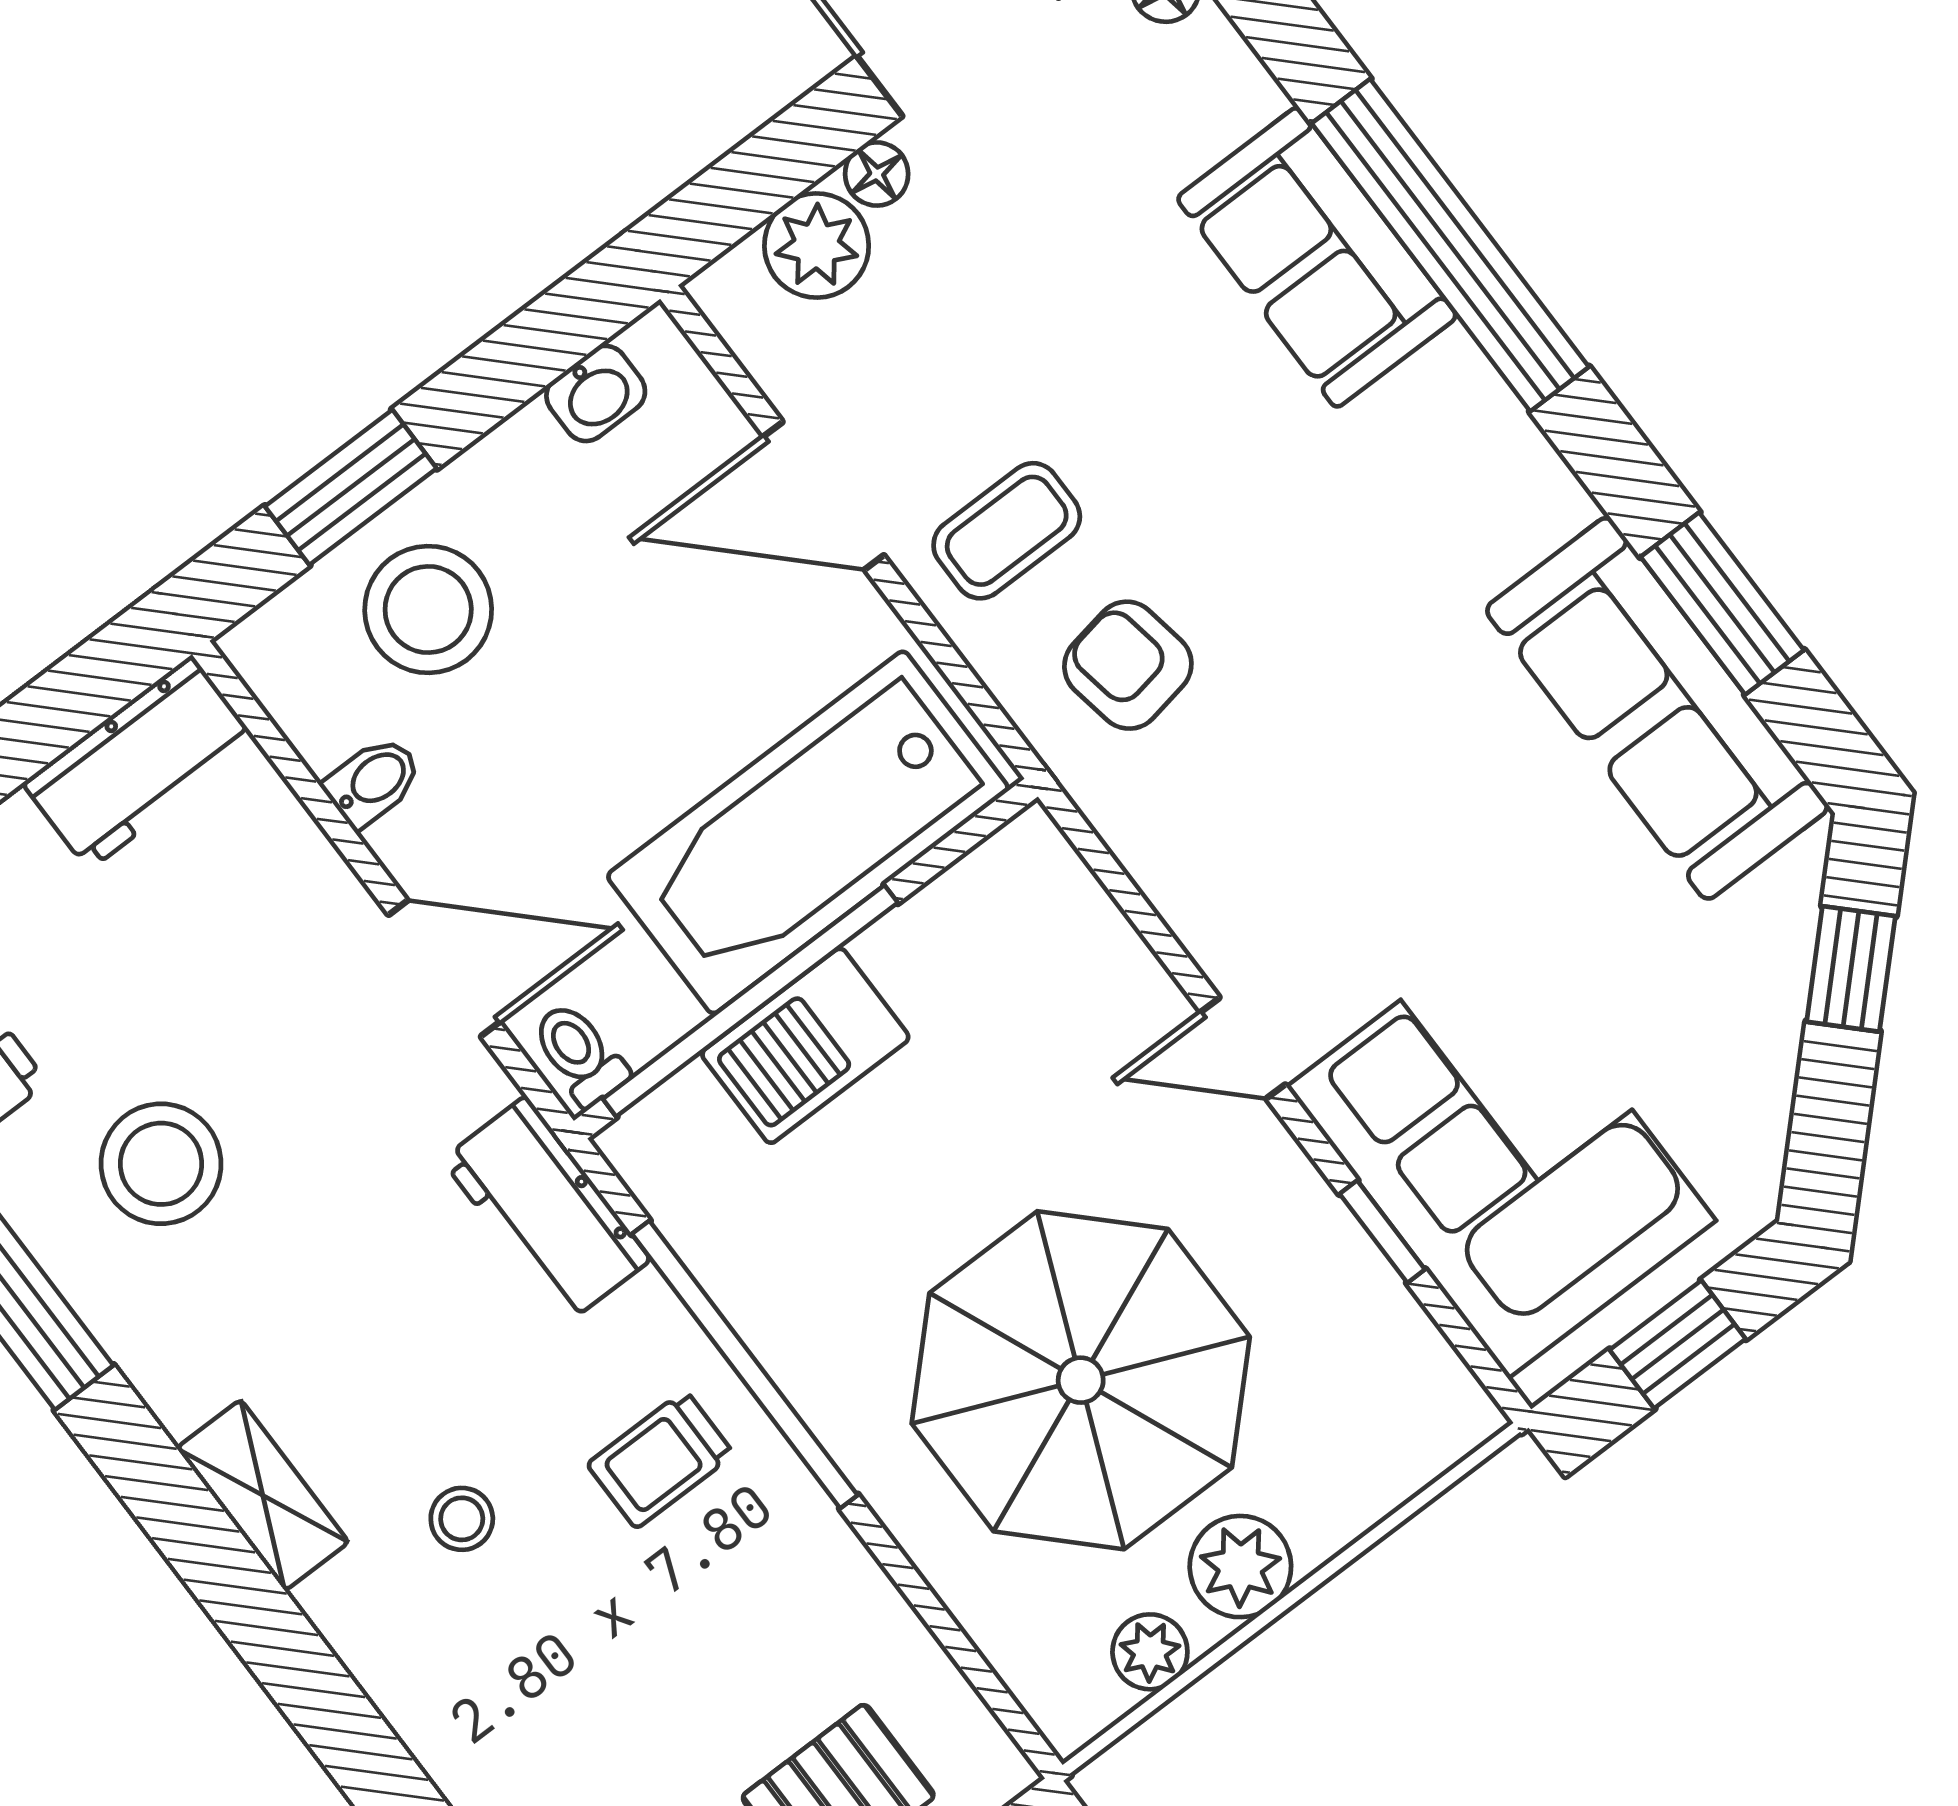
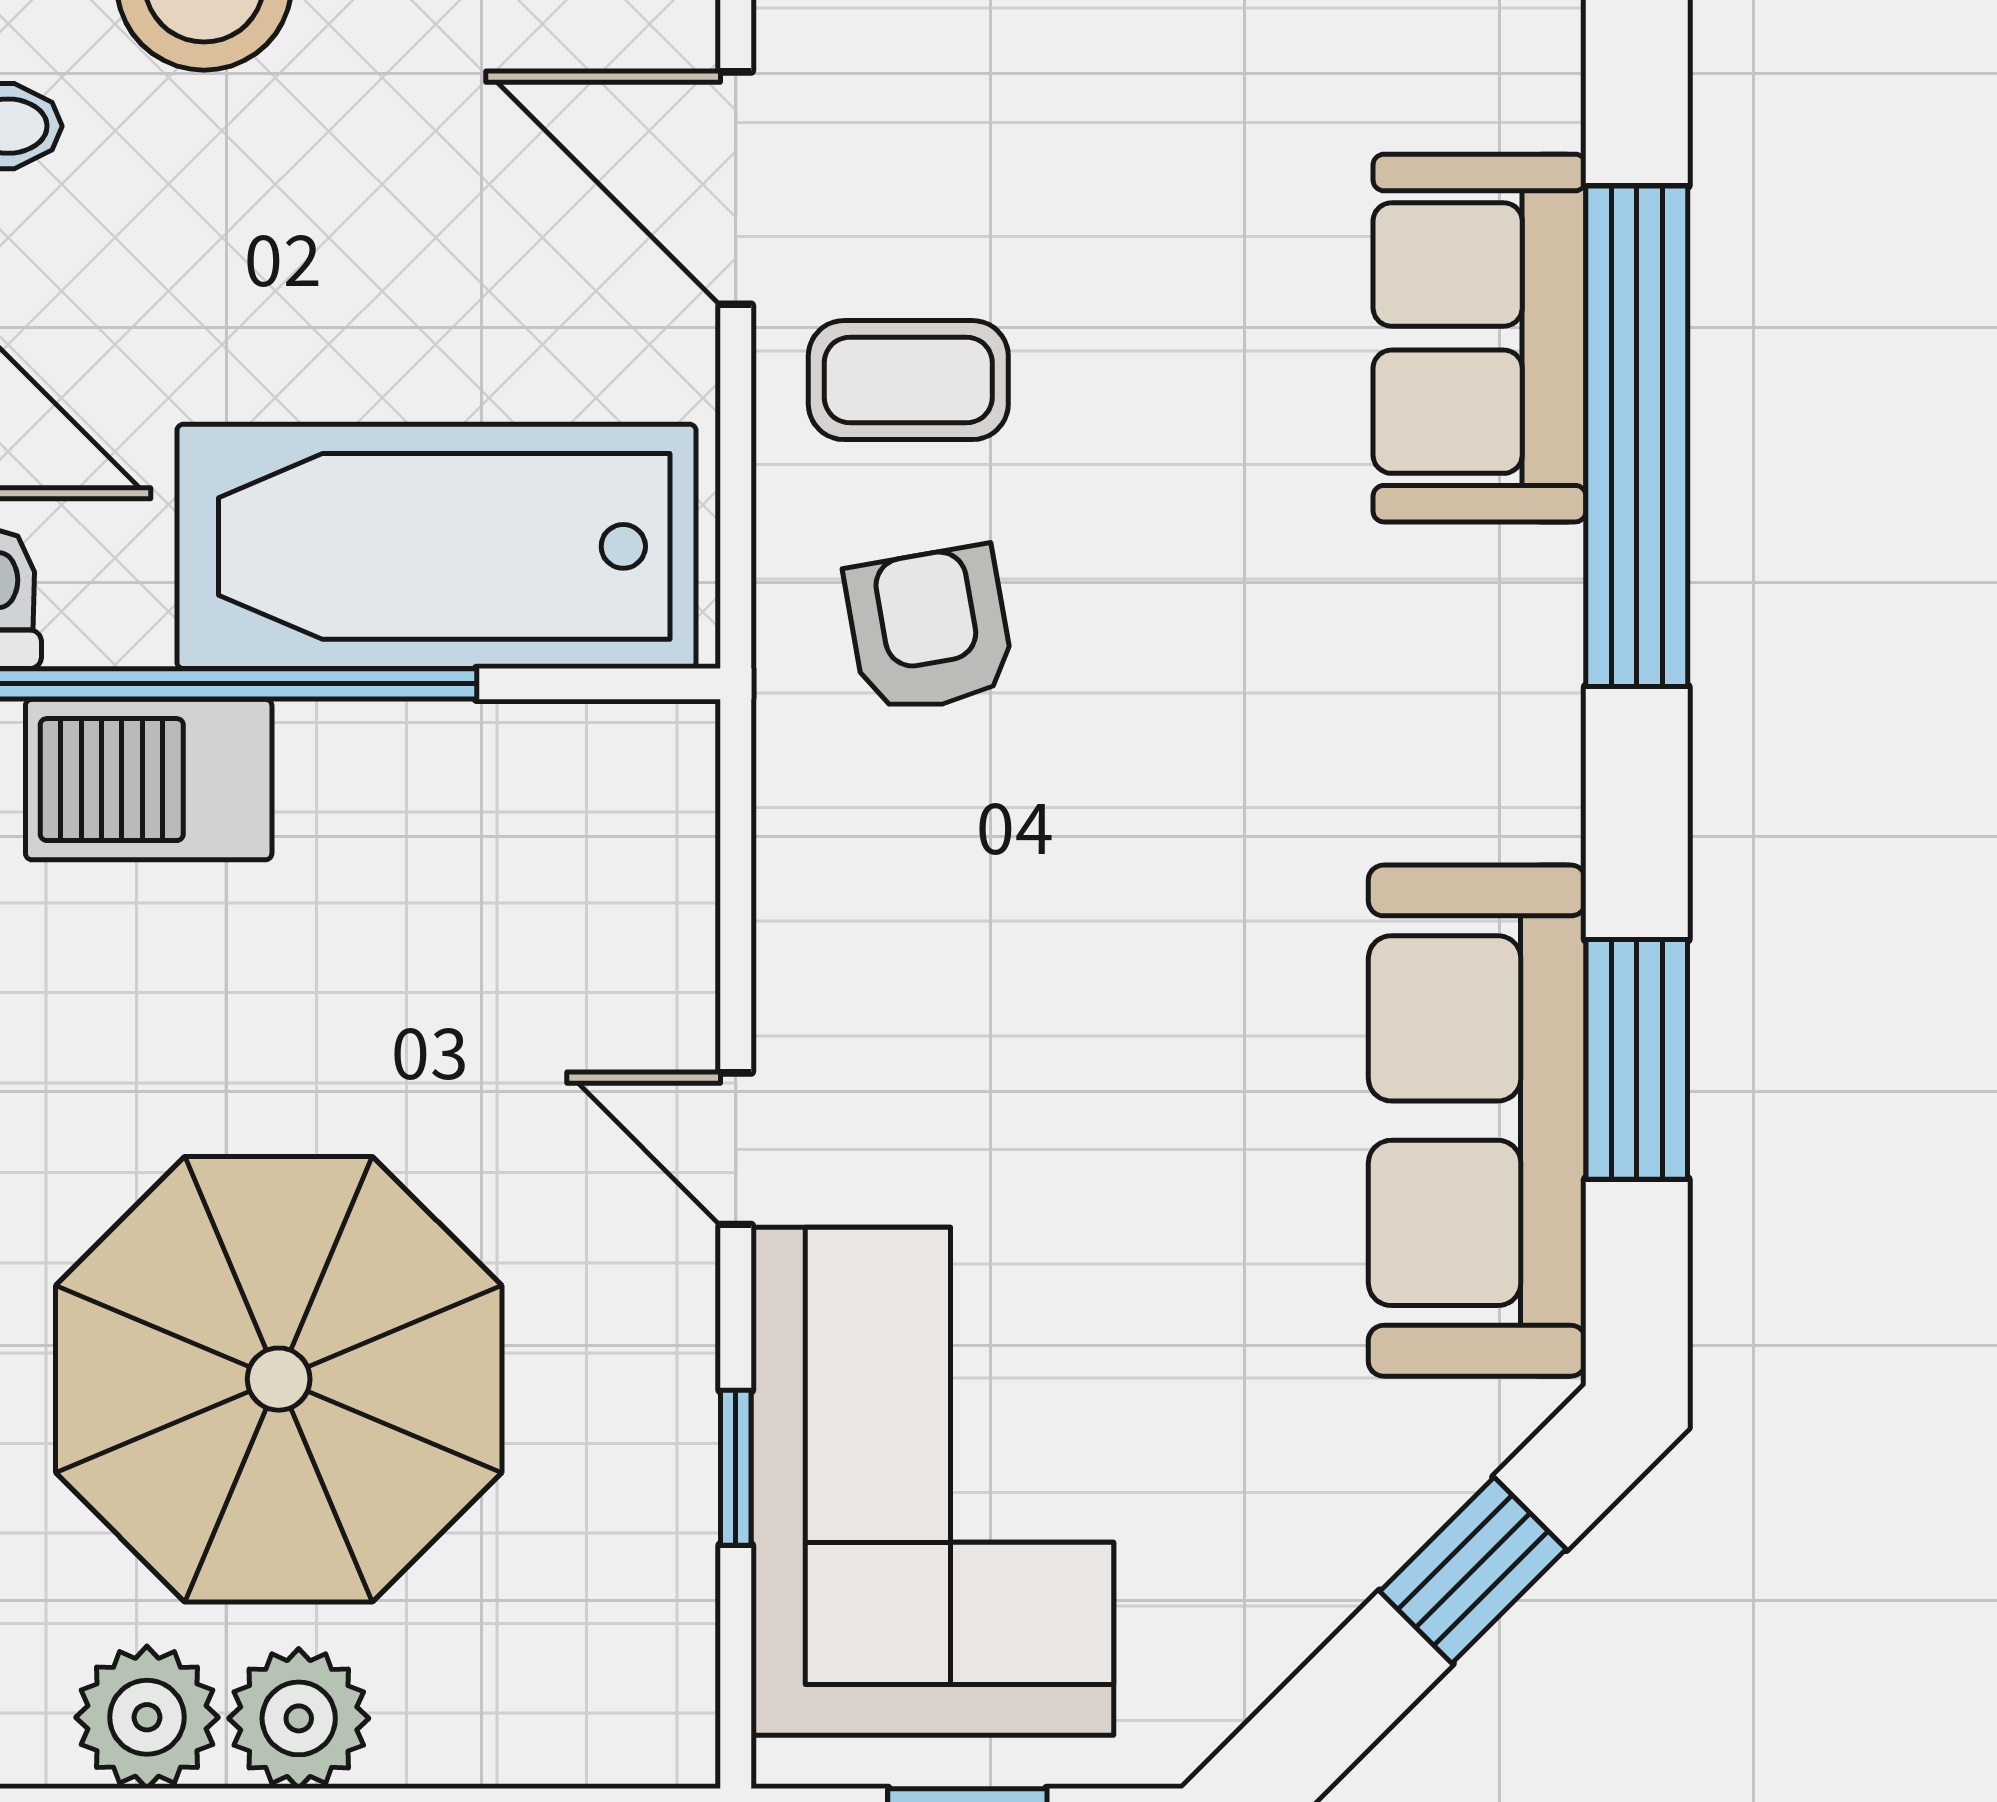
barbecue: (805, 1046) -> (149, 780), moved
plant: (1150, 1652) -> (147, 1717), width x1.38, depth x1.38

